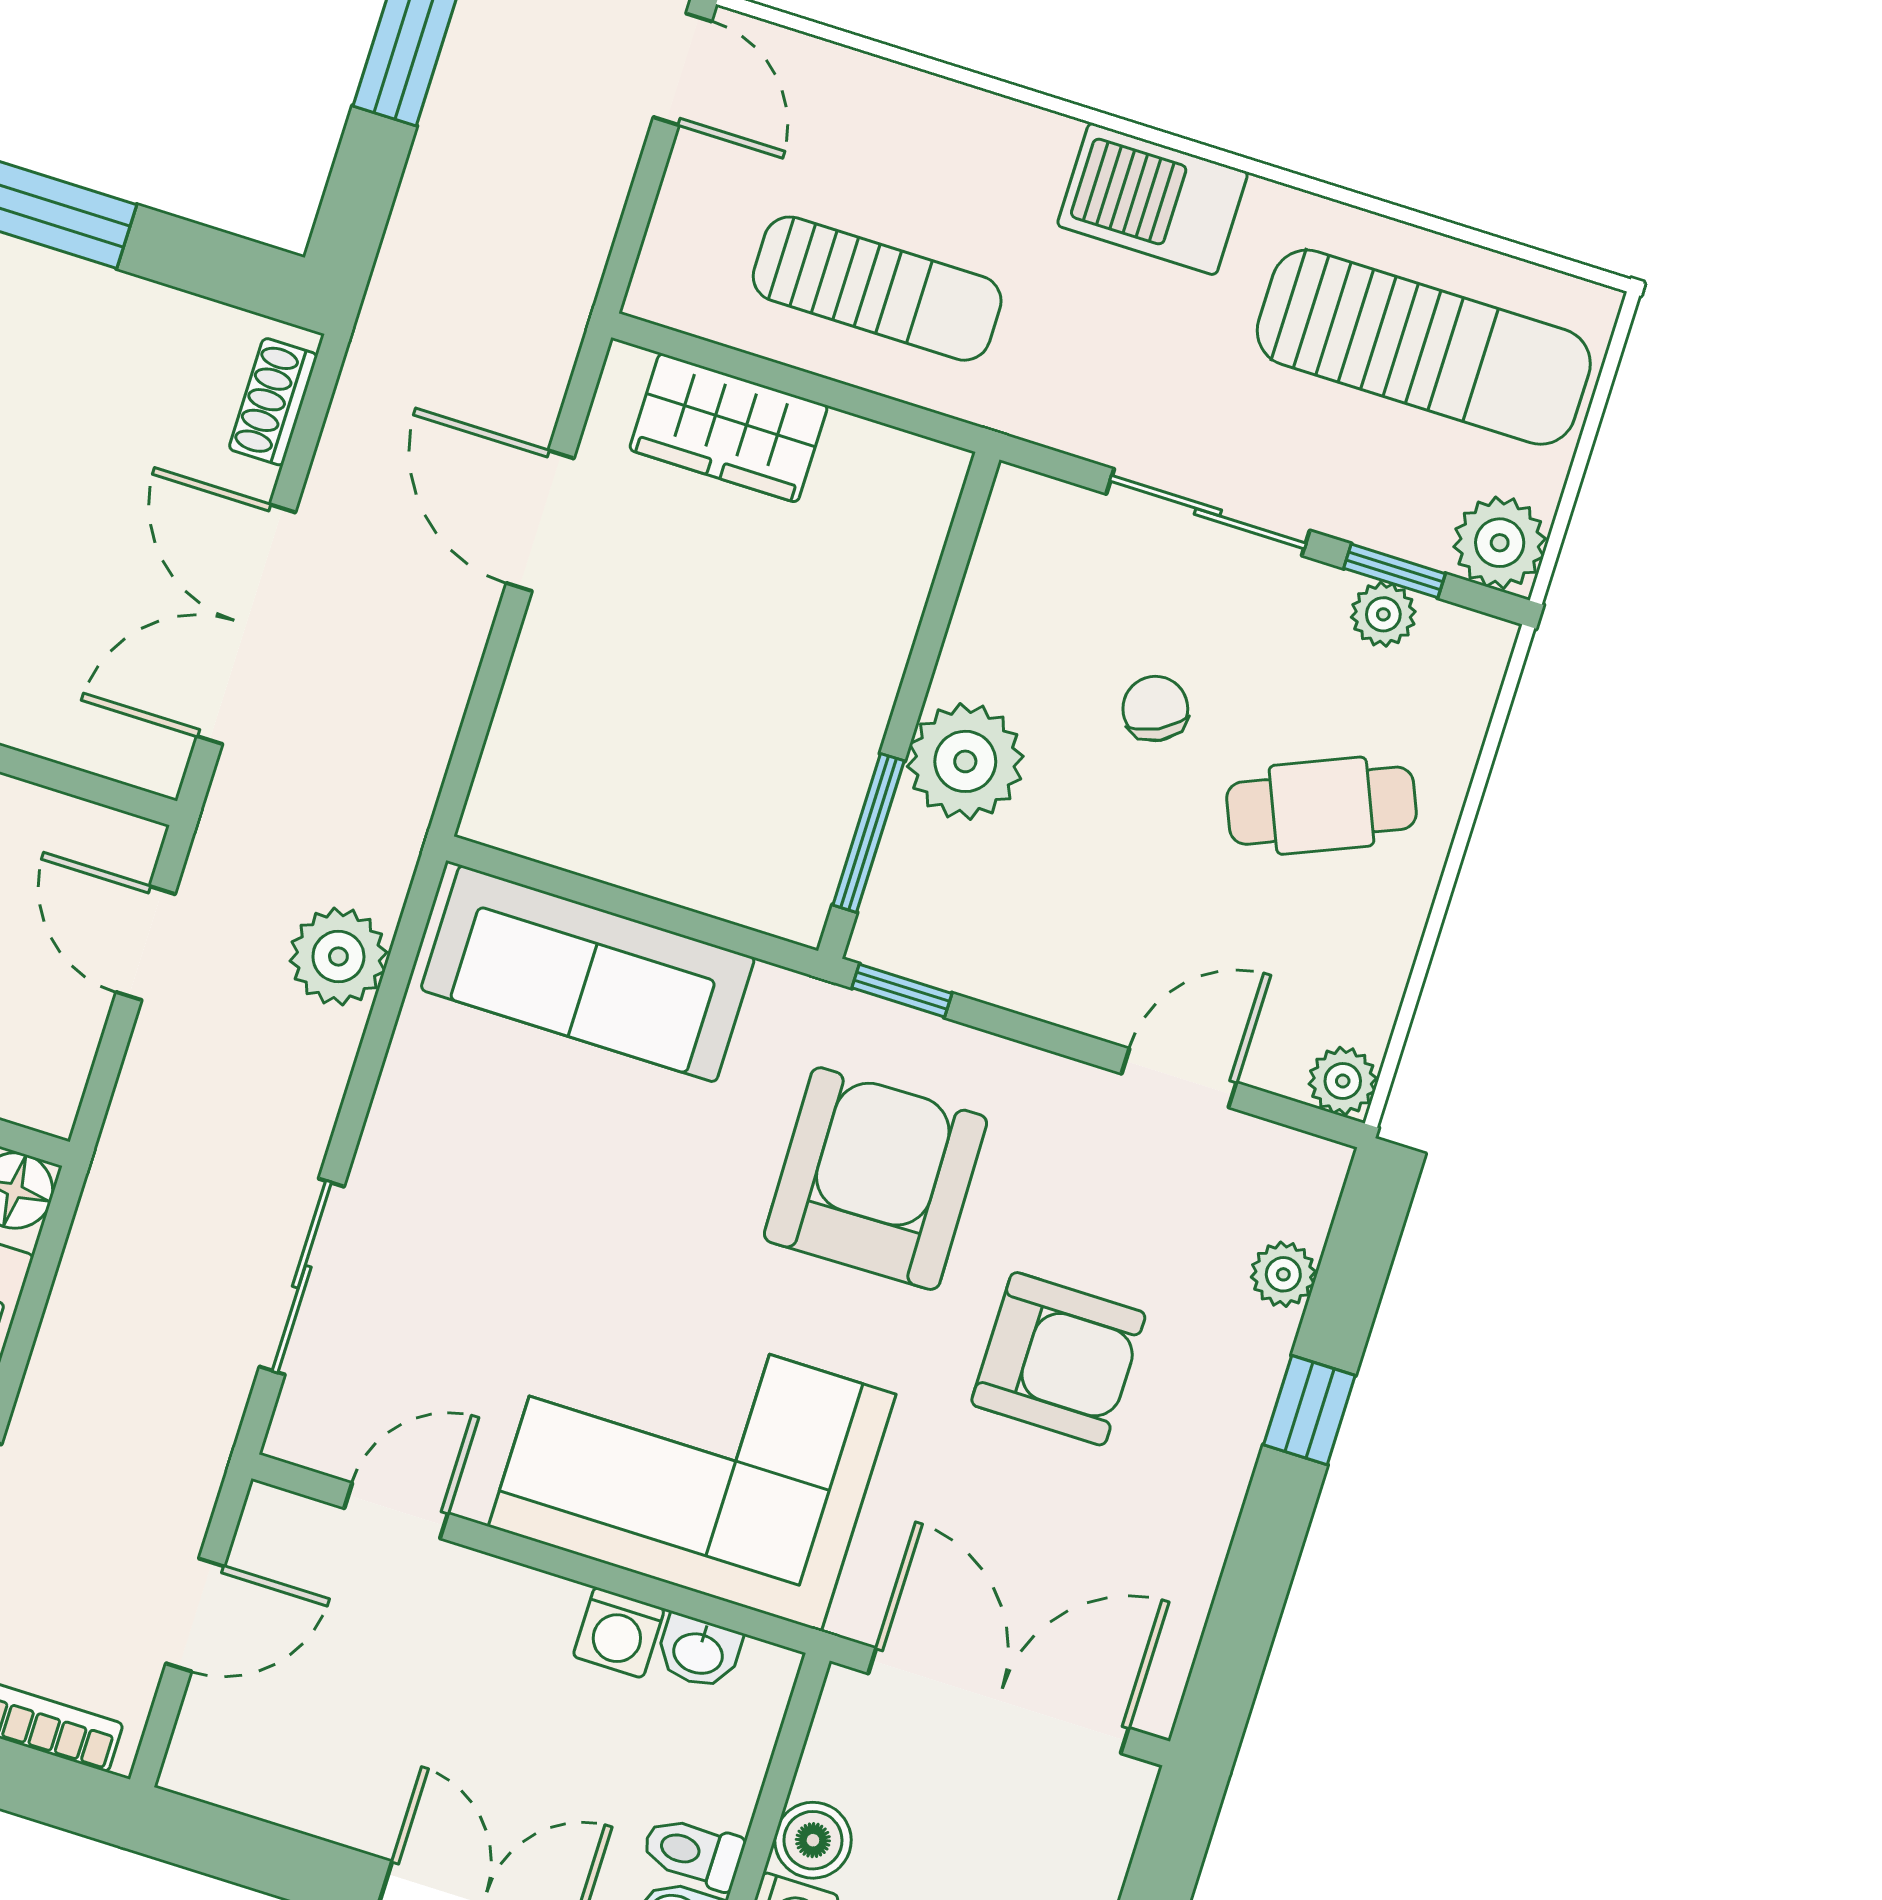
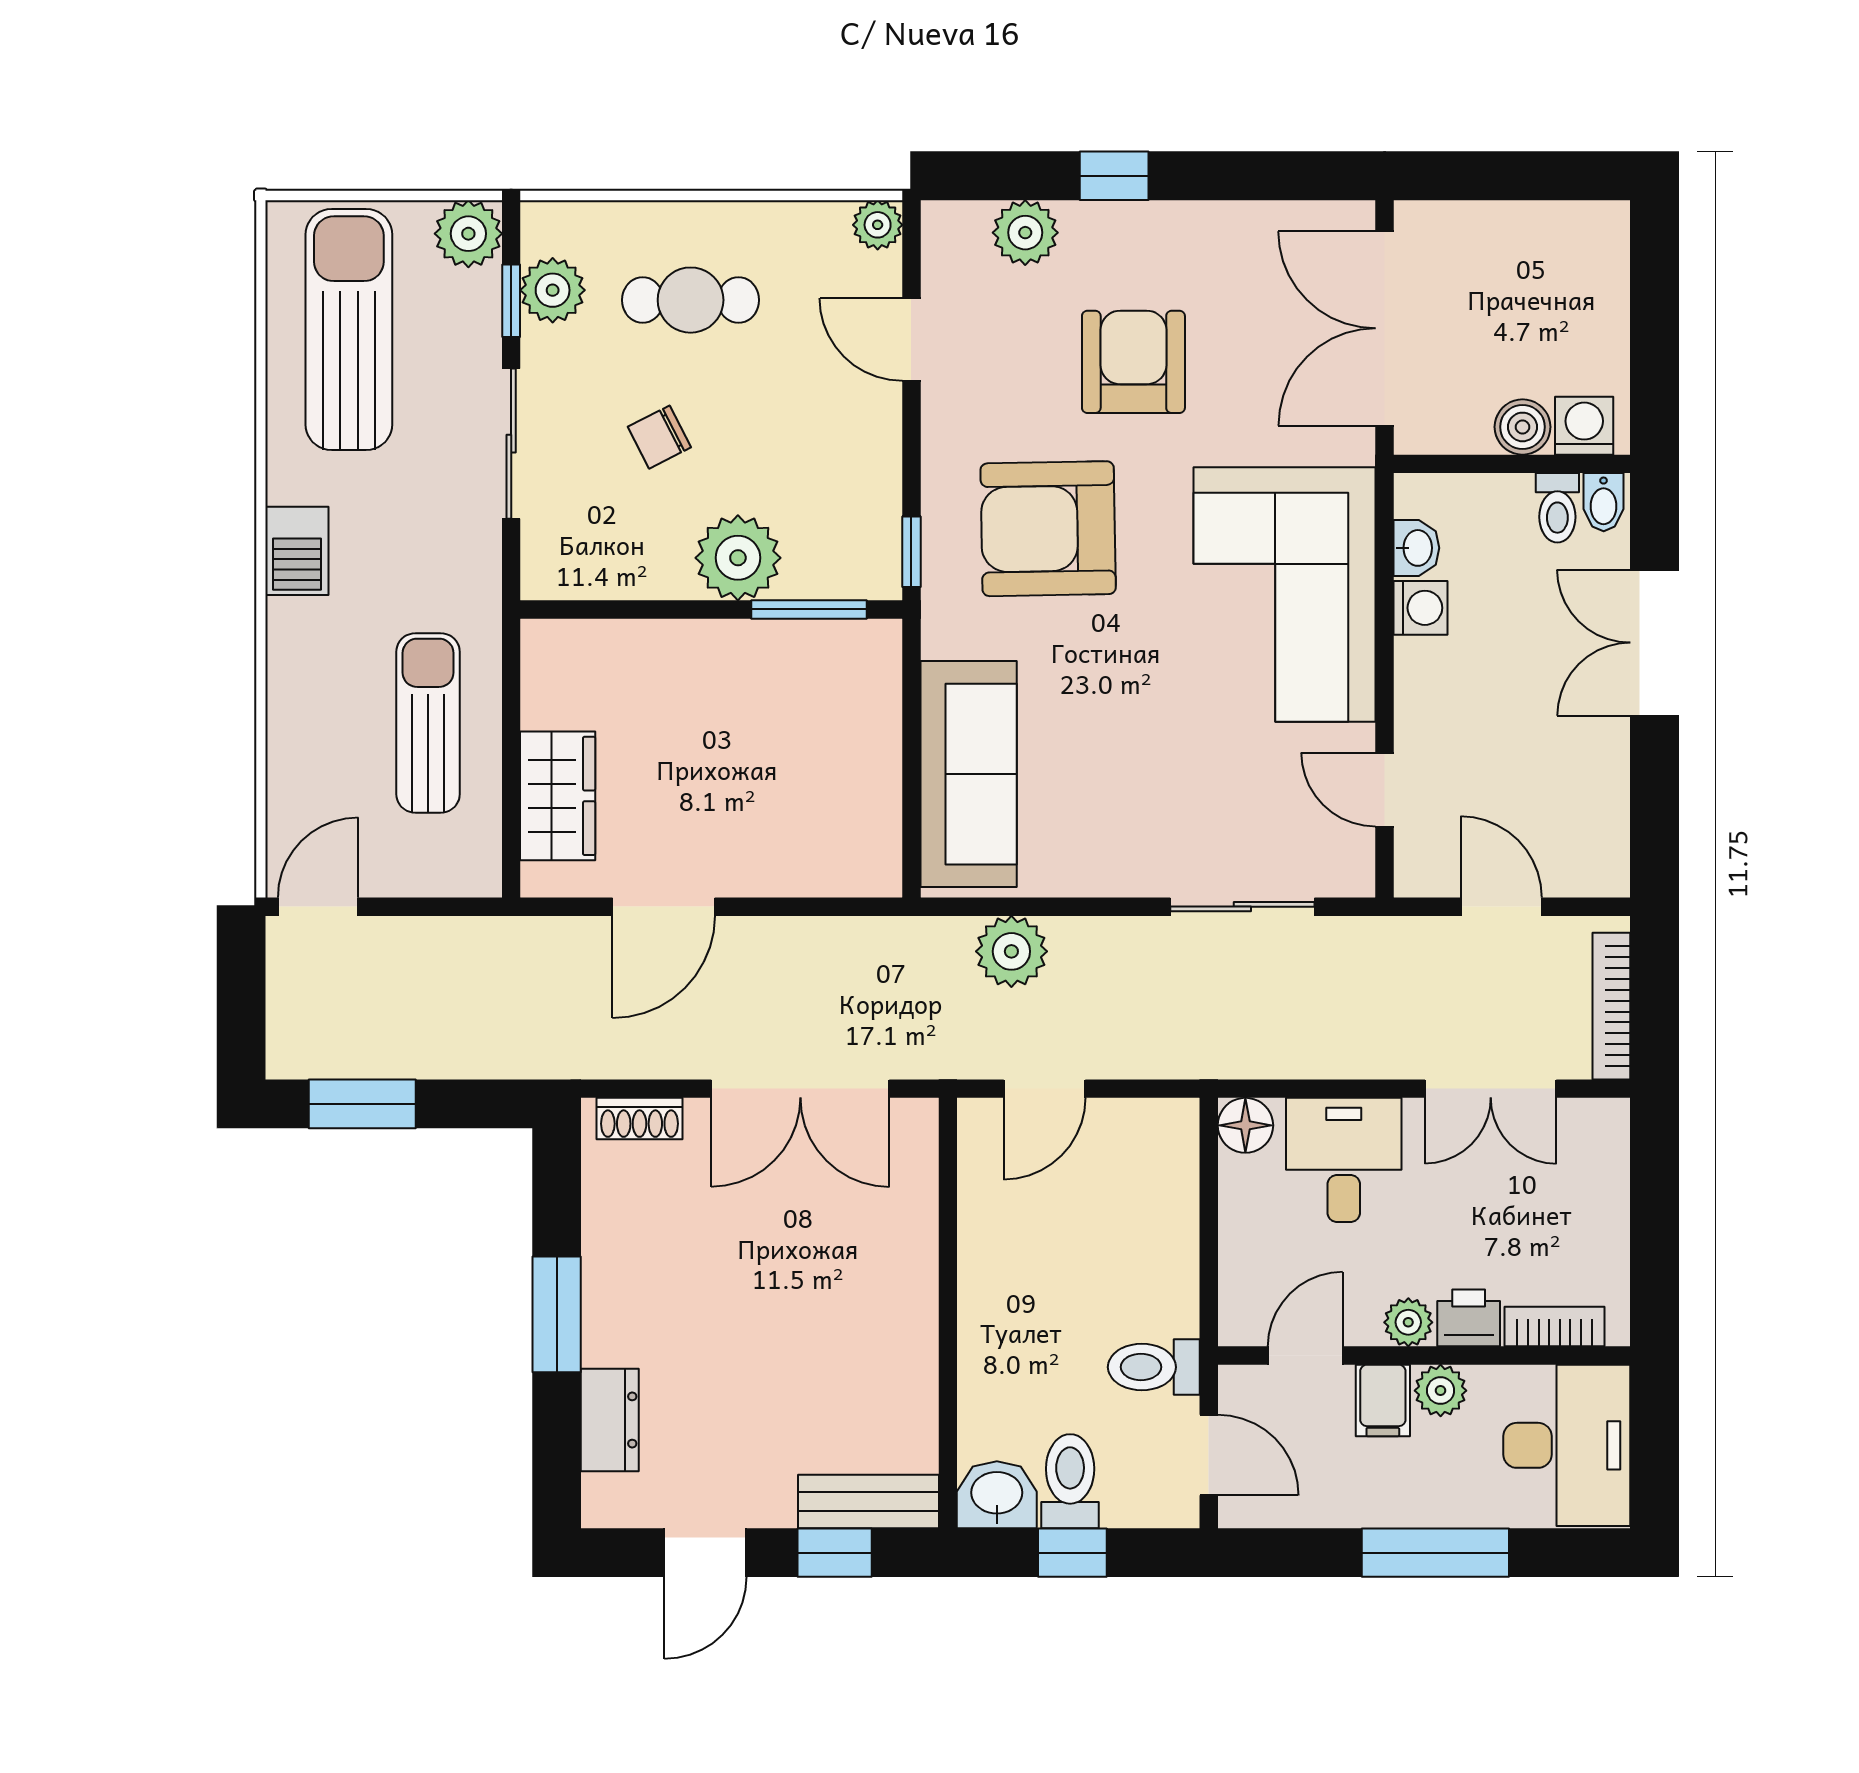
barbecue: (1153, 199) -> (297, 551), width x0.73, depth x0.79
plant: (1383, 614) -> (553, 290), width x1.38, depth x1.38
cafe table: (1321, 806) -> (691, 300), turned -67
plant: (1283, 1274) -> (1025, 233), width x1.38, depth x1.38

